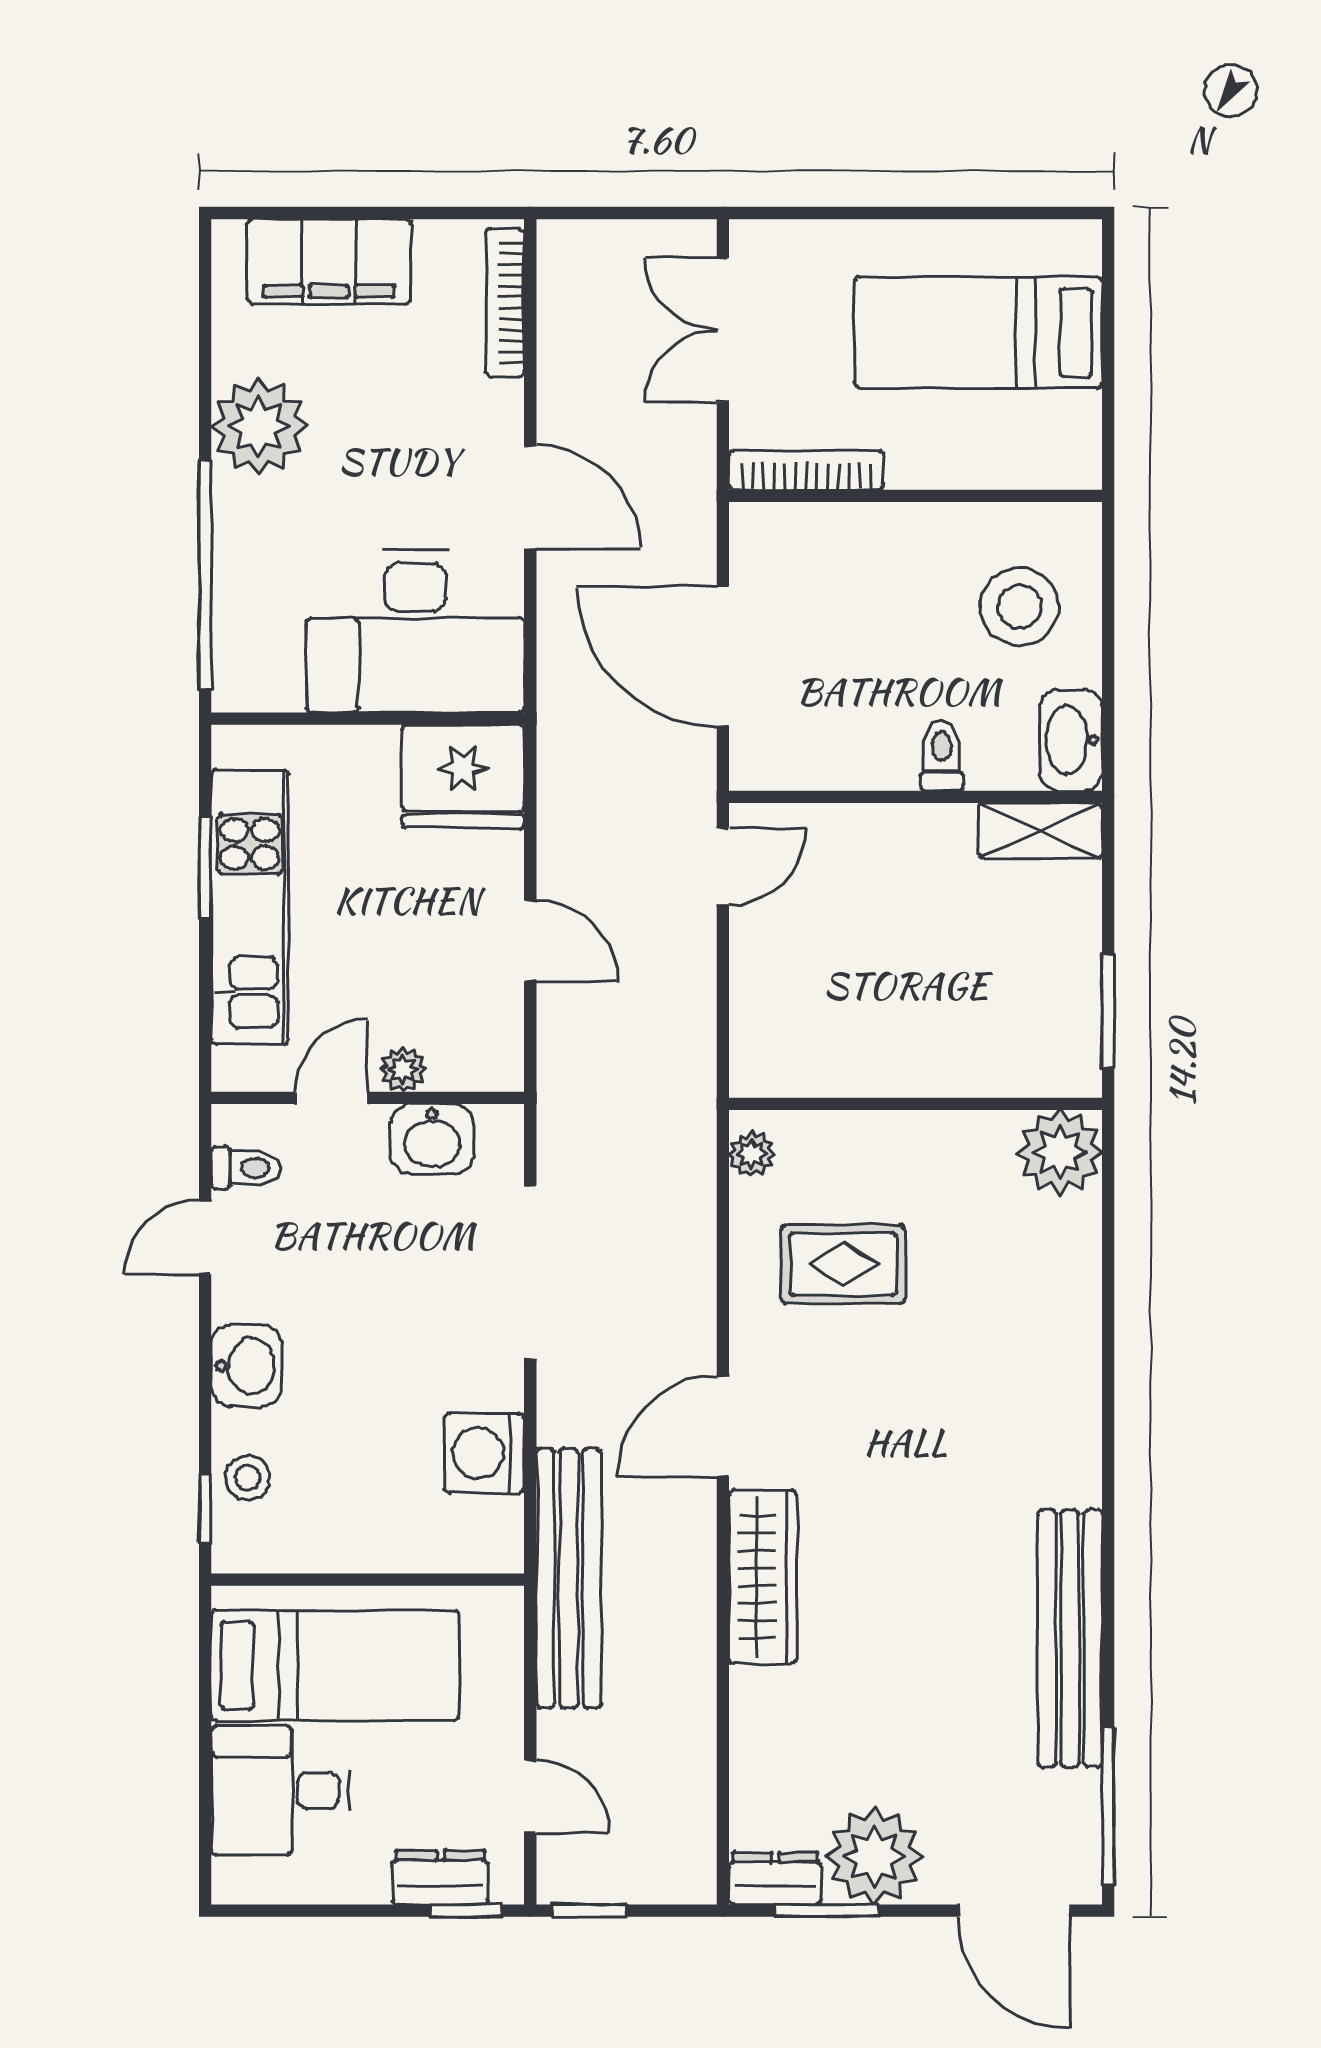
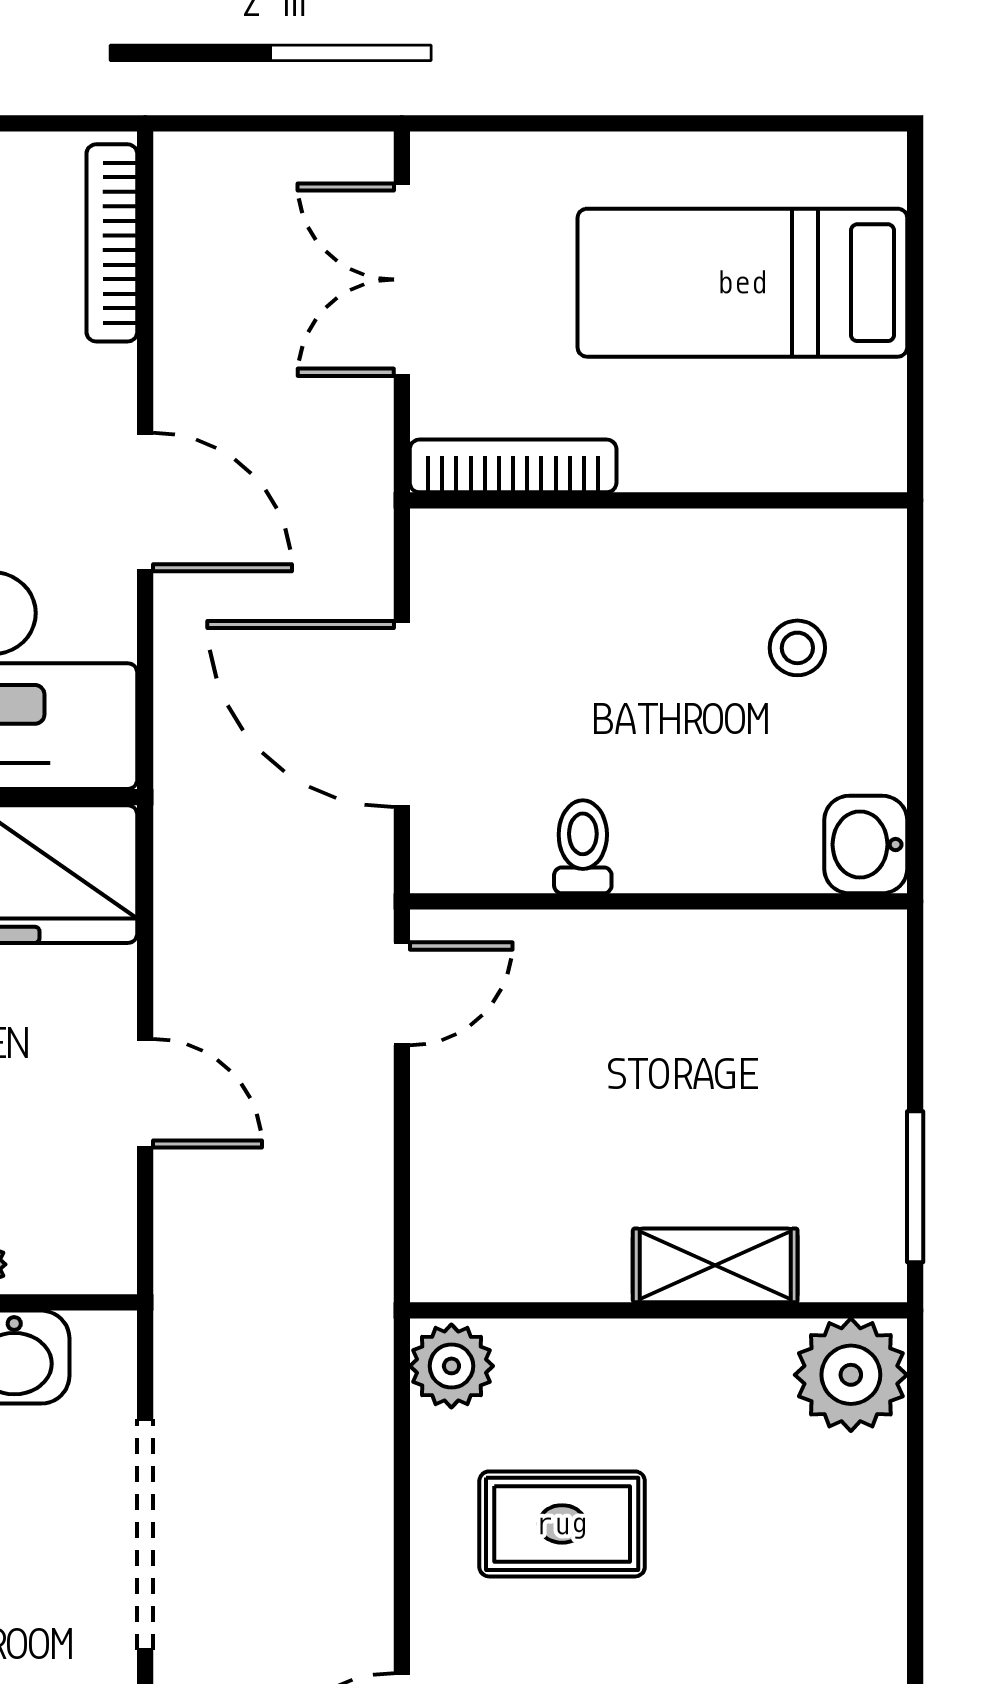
stool: (1020, 607) -> (797, 648), width x0.53, depth x0.53
washbasin: (1071, 740) -> (866, 845), width x0.72
toilet: (942, 756) -> (583, 847), moved
shelving: (1040, 831) -> (715, 1265), moved
plant: (752, 1154) -> (451, 1366), width x1.38, depth x1.38

